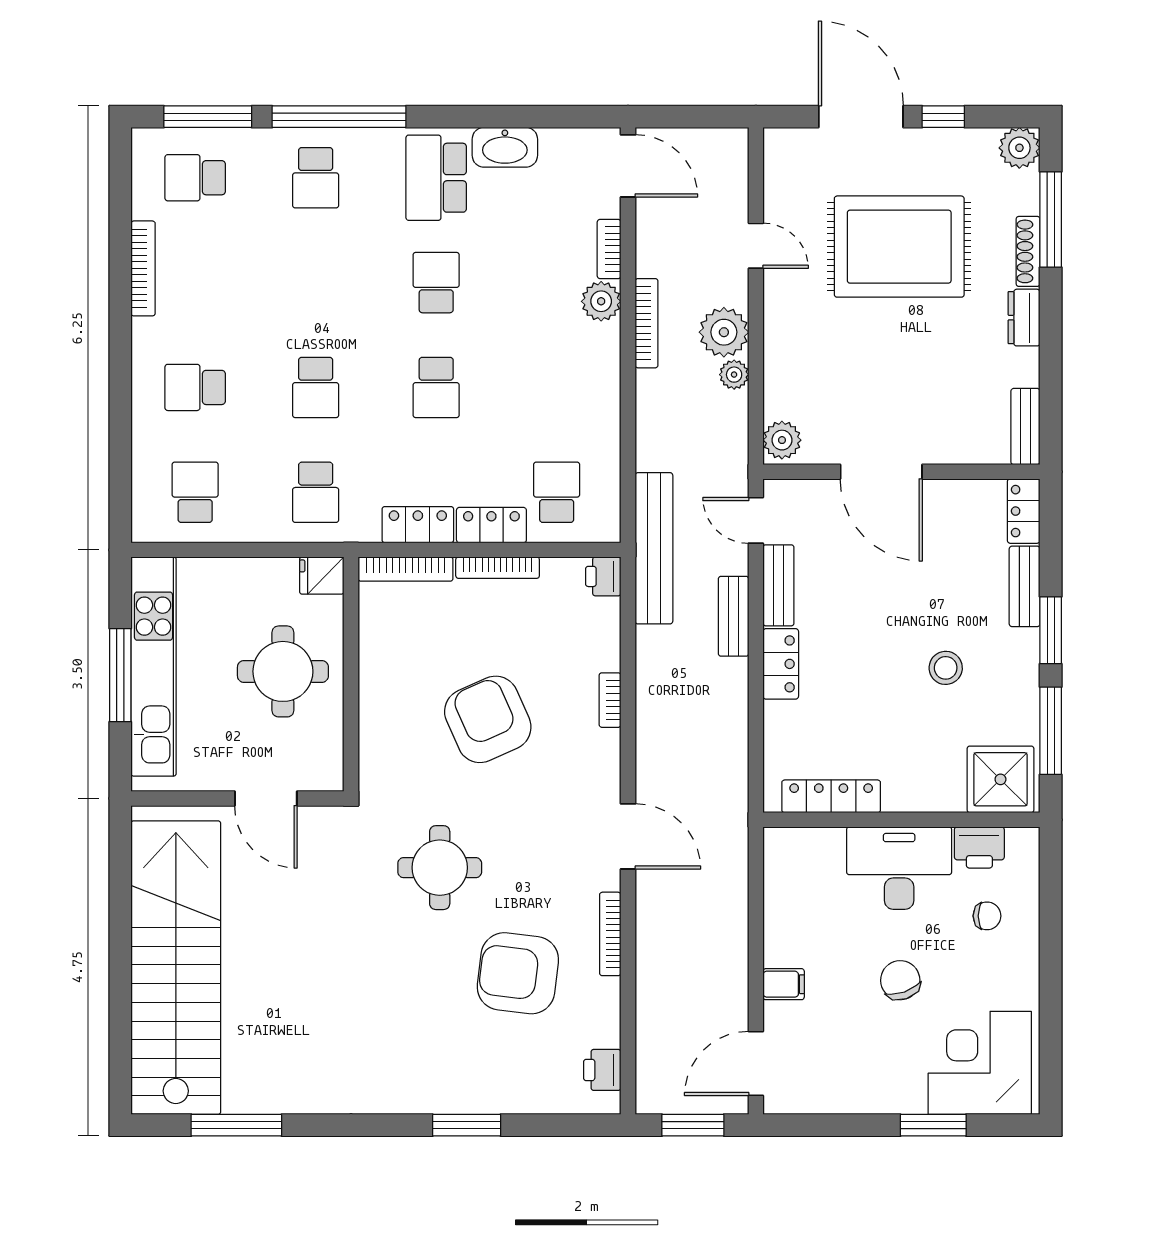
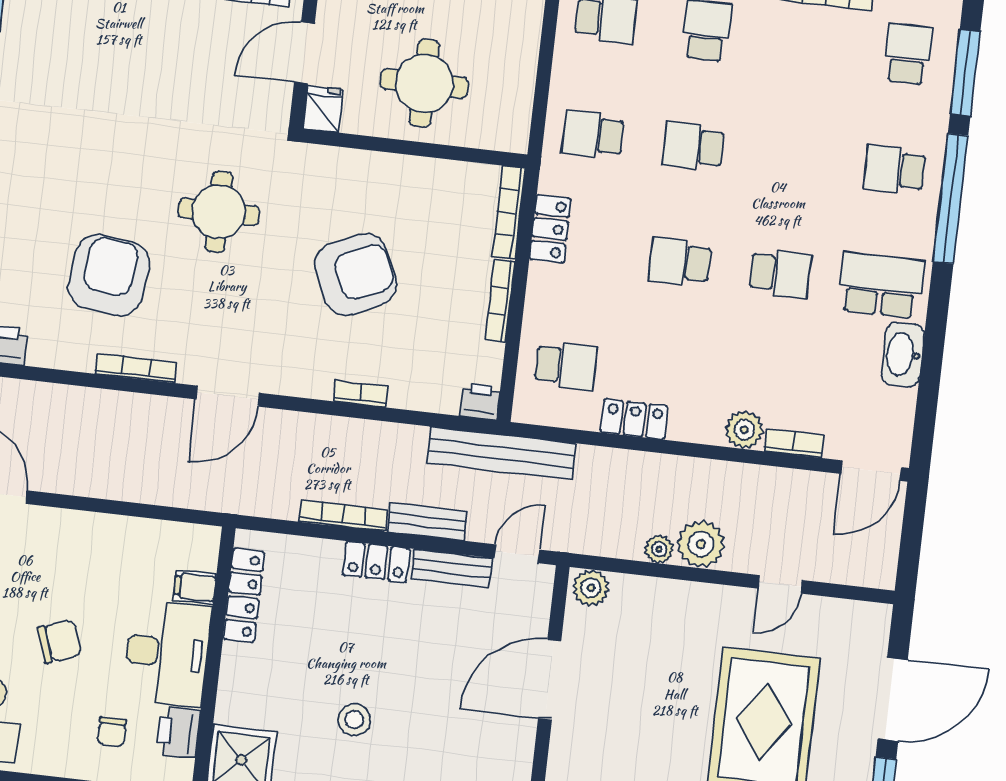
bookcase: (647, 323) -> (343, 516), moved, turned 180
locker: (491, 525) -> (634, 419), moved, turned -90
fridge: (322, 576) -> (323, 109), moved
filing cabinet: (784, 984) -> (195, 587), moved, turned 90

